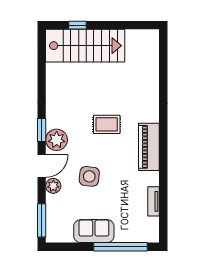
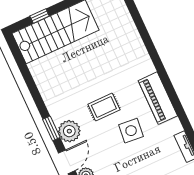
rug: (107, 124) -> (104, 107), moved
side table: (89, 176) -> (131, 131), moved

